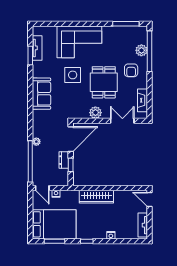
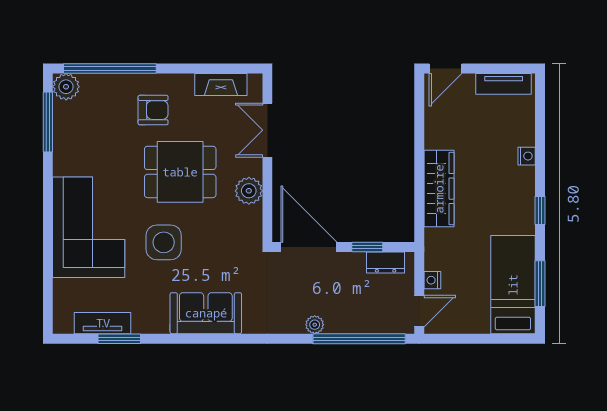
plant: (141, 50) -> (66, 87), moved
dresser: (64, 160) -> (386, 262), moved
bed: (54, 224) -> (513, 285), width x0.67

